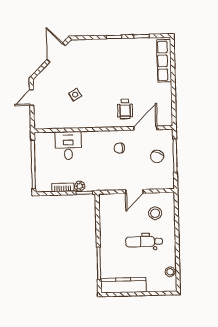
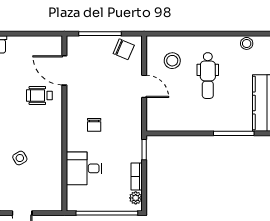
wheelchair: (125, 109) -> (39, 95), turned 180
chair: (119, 148) -> (94, 125), moved
chair: (157, 156) -> (124, 49), moved
plant: (80, 186) -> (136, 198), moved

